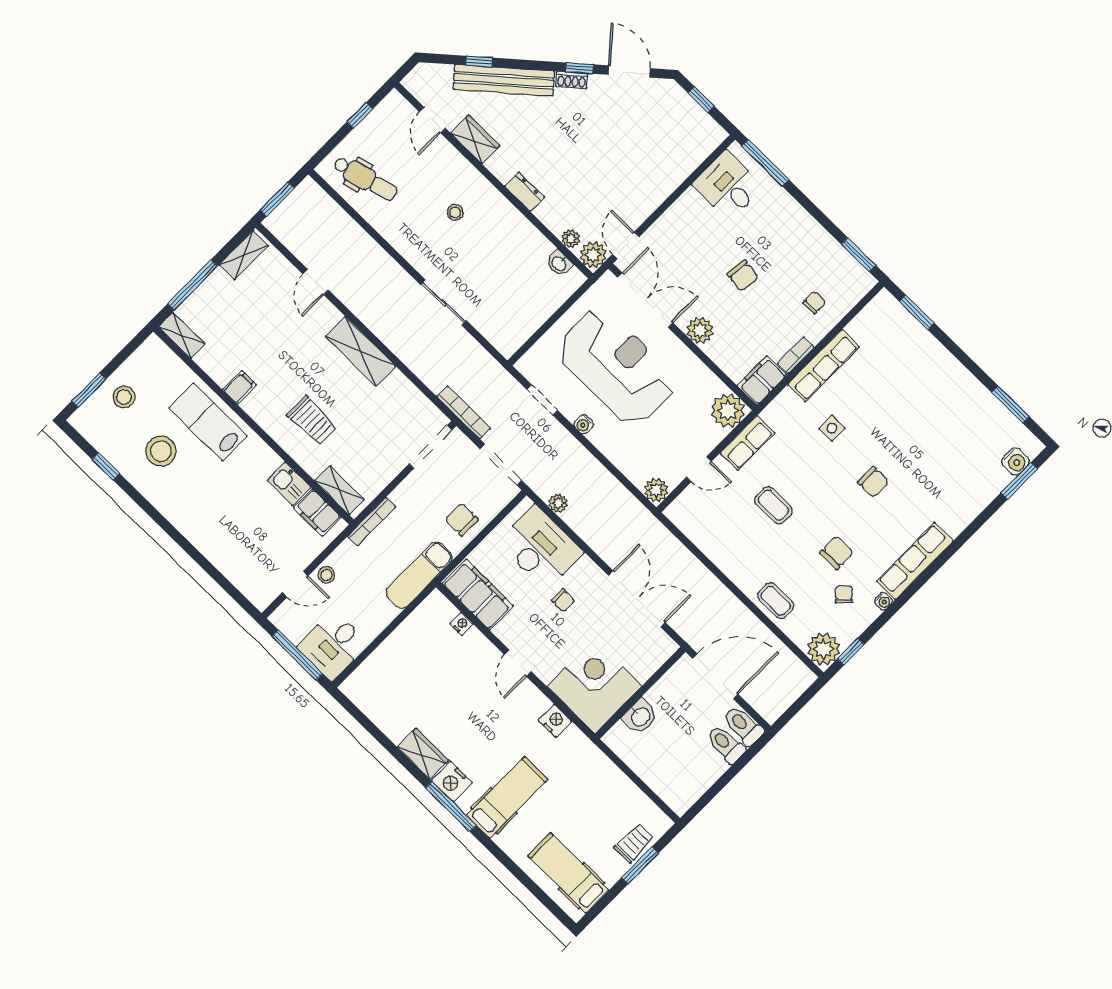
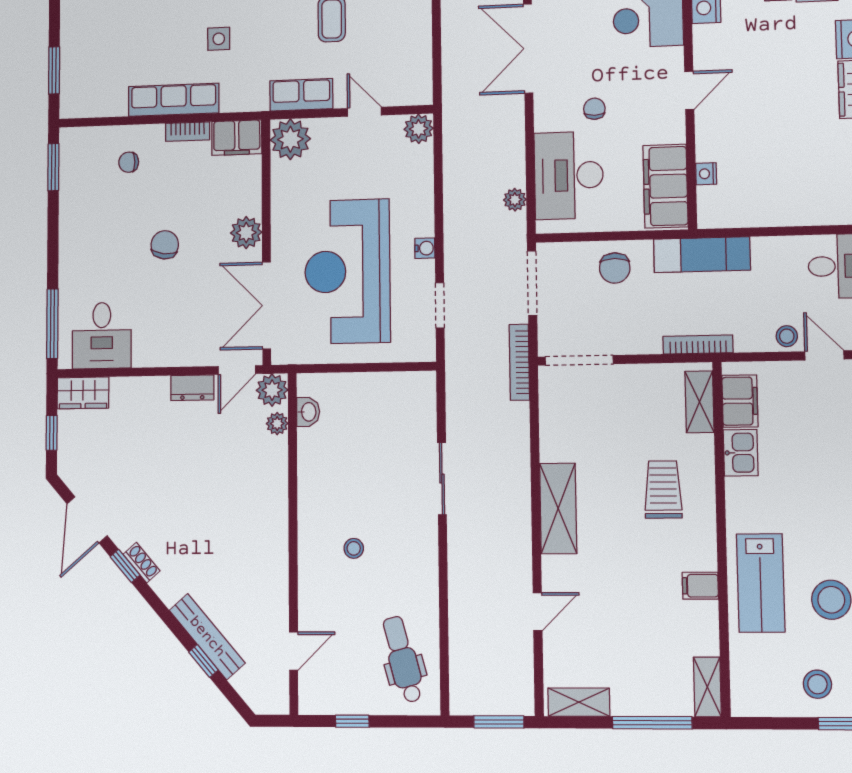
bench: (504, 80) -> (207, 637), width x0.73, depth x0.82
wardrobe: (475, 139) -> (83, 393), moved, turned -90
dresser: (525, 192) -> (192, 388), moved, turned -90

